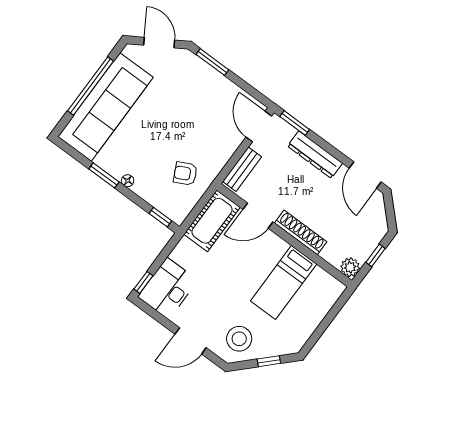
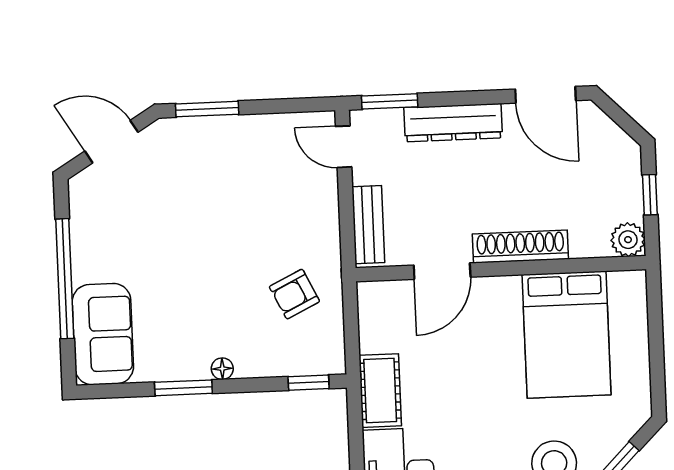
sofa: (106, 107) -> (103, 334), width x0.54, depth x0.79
door: (259, 127) -> (344, 147), width x0.73
cot: (212, 221) -> (380, 391), moved, width x0.73, depth x0.75
bed: (284, 282) -> (567, 335), width x1.50

